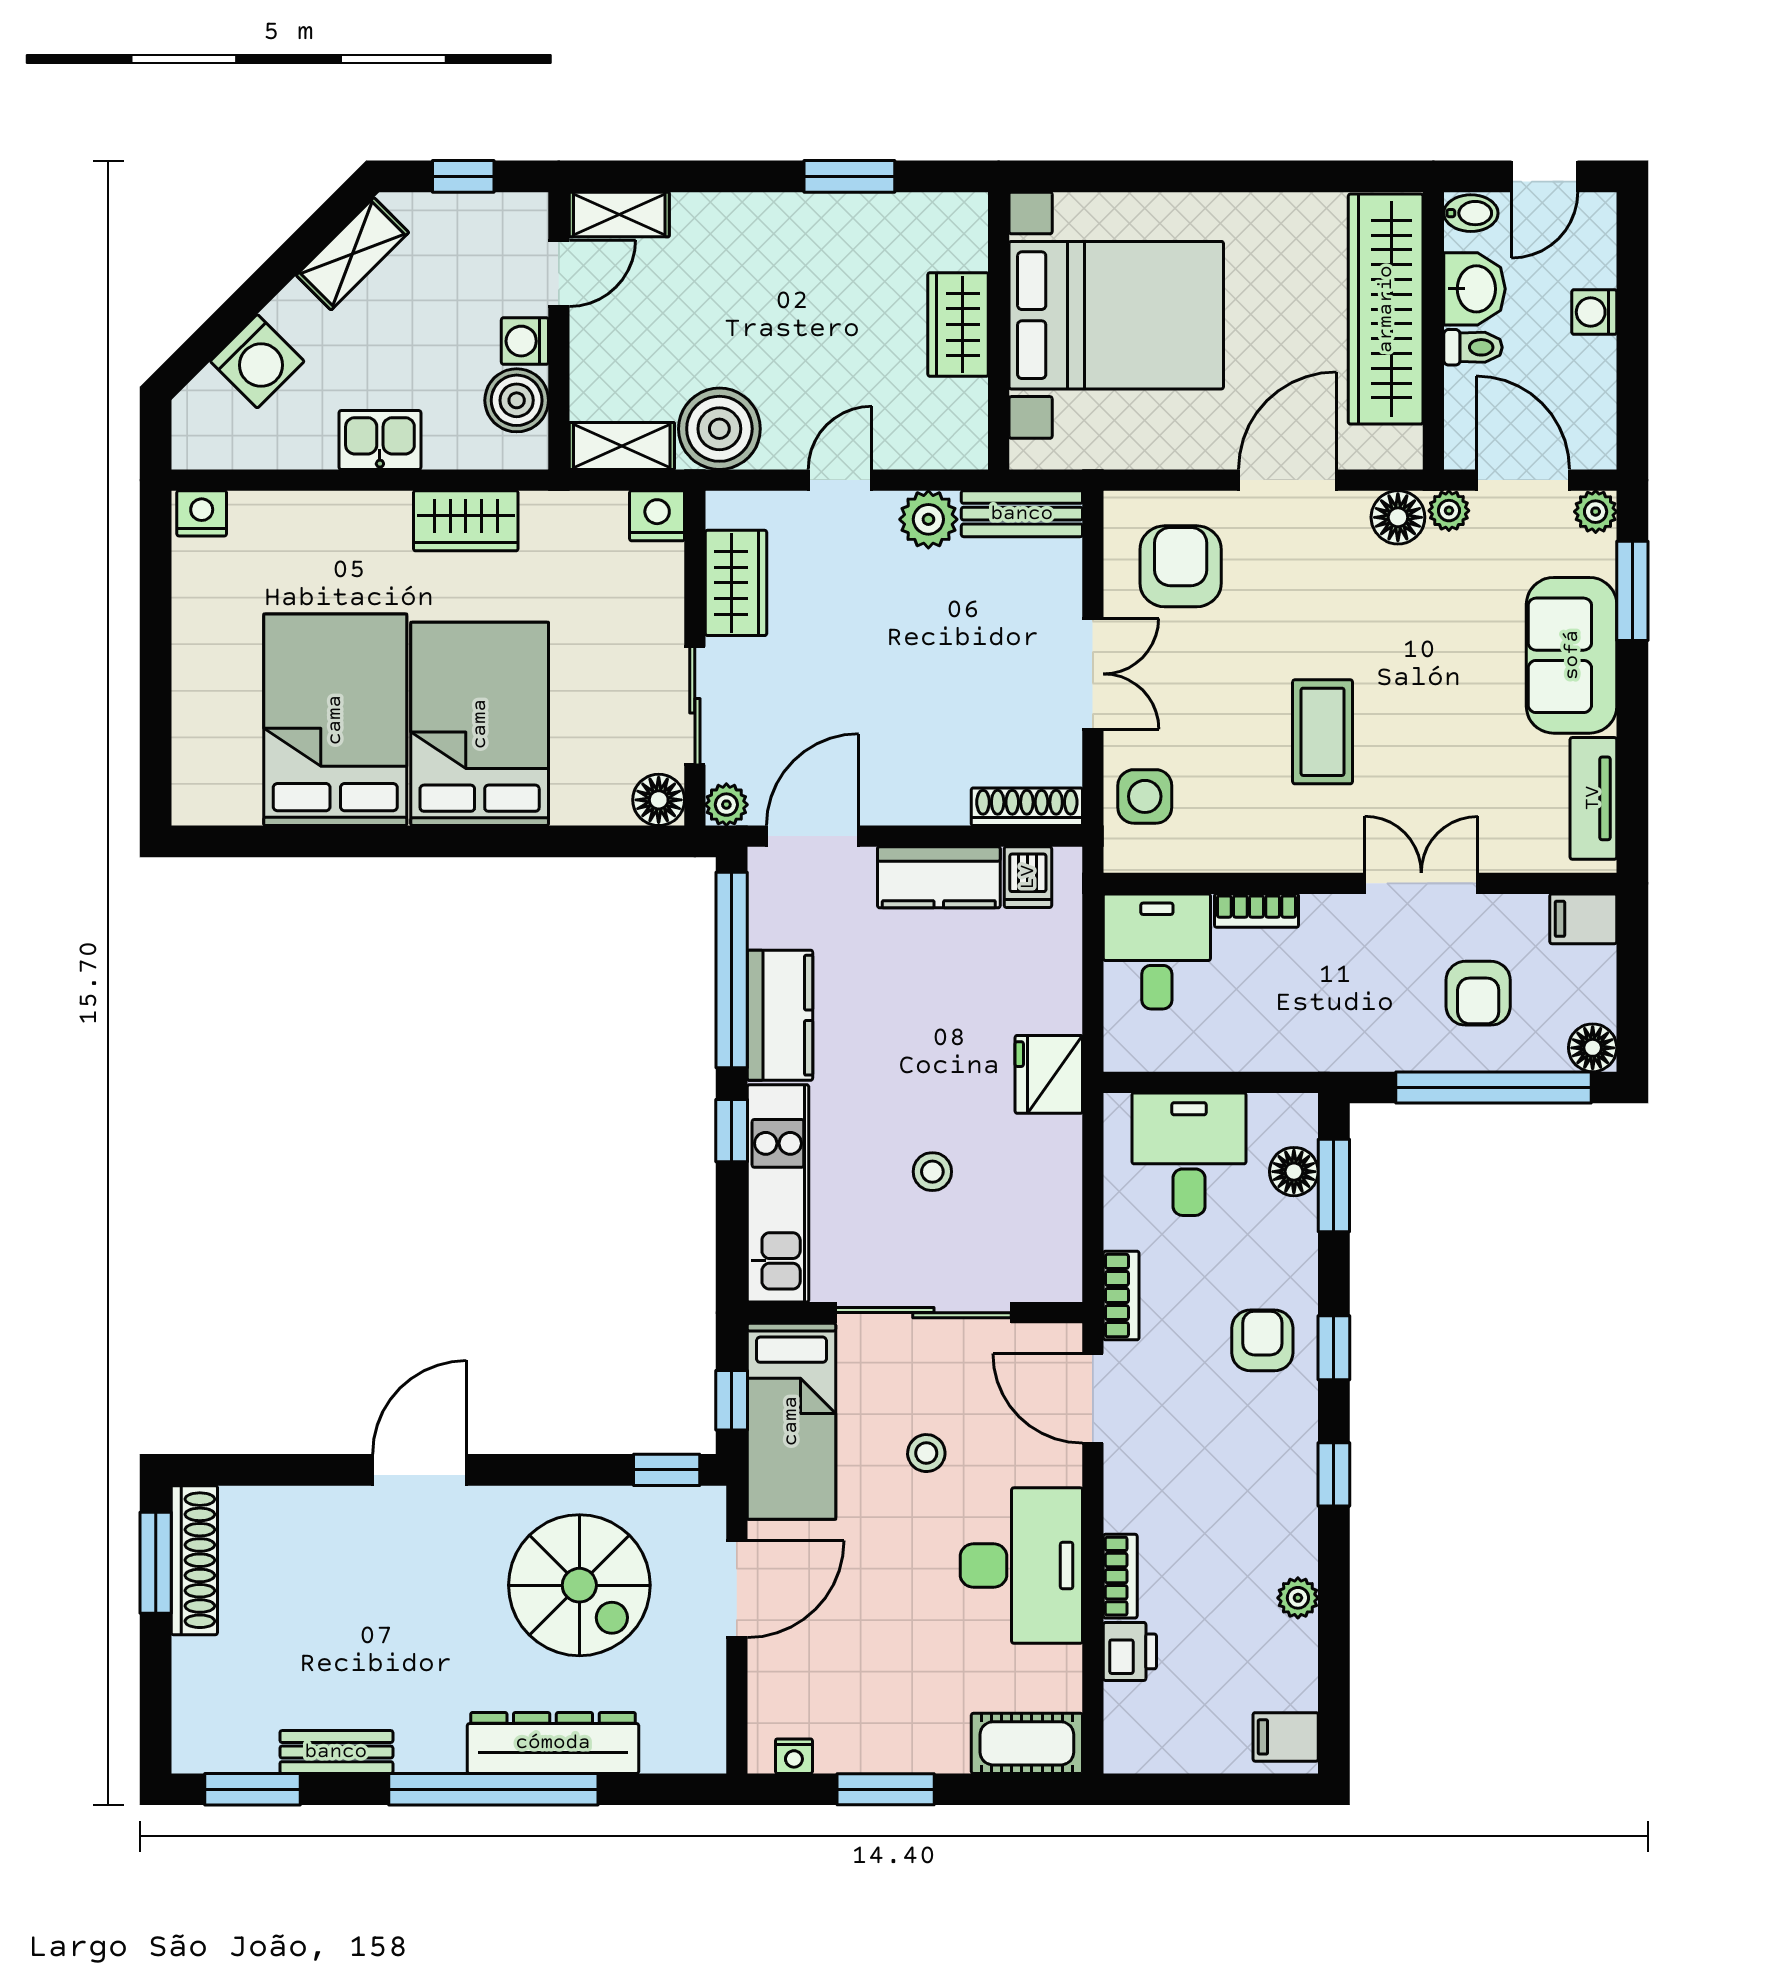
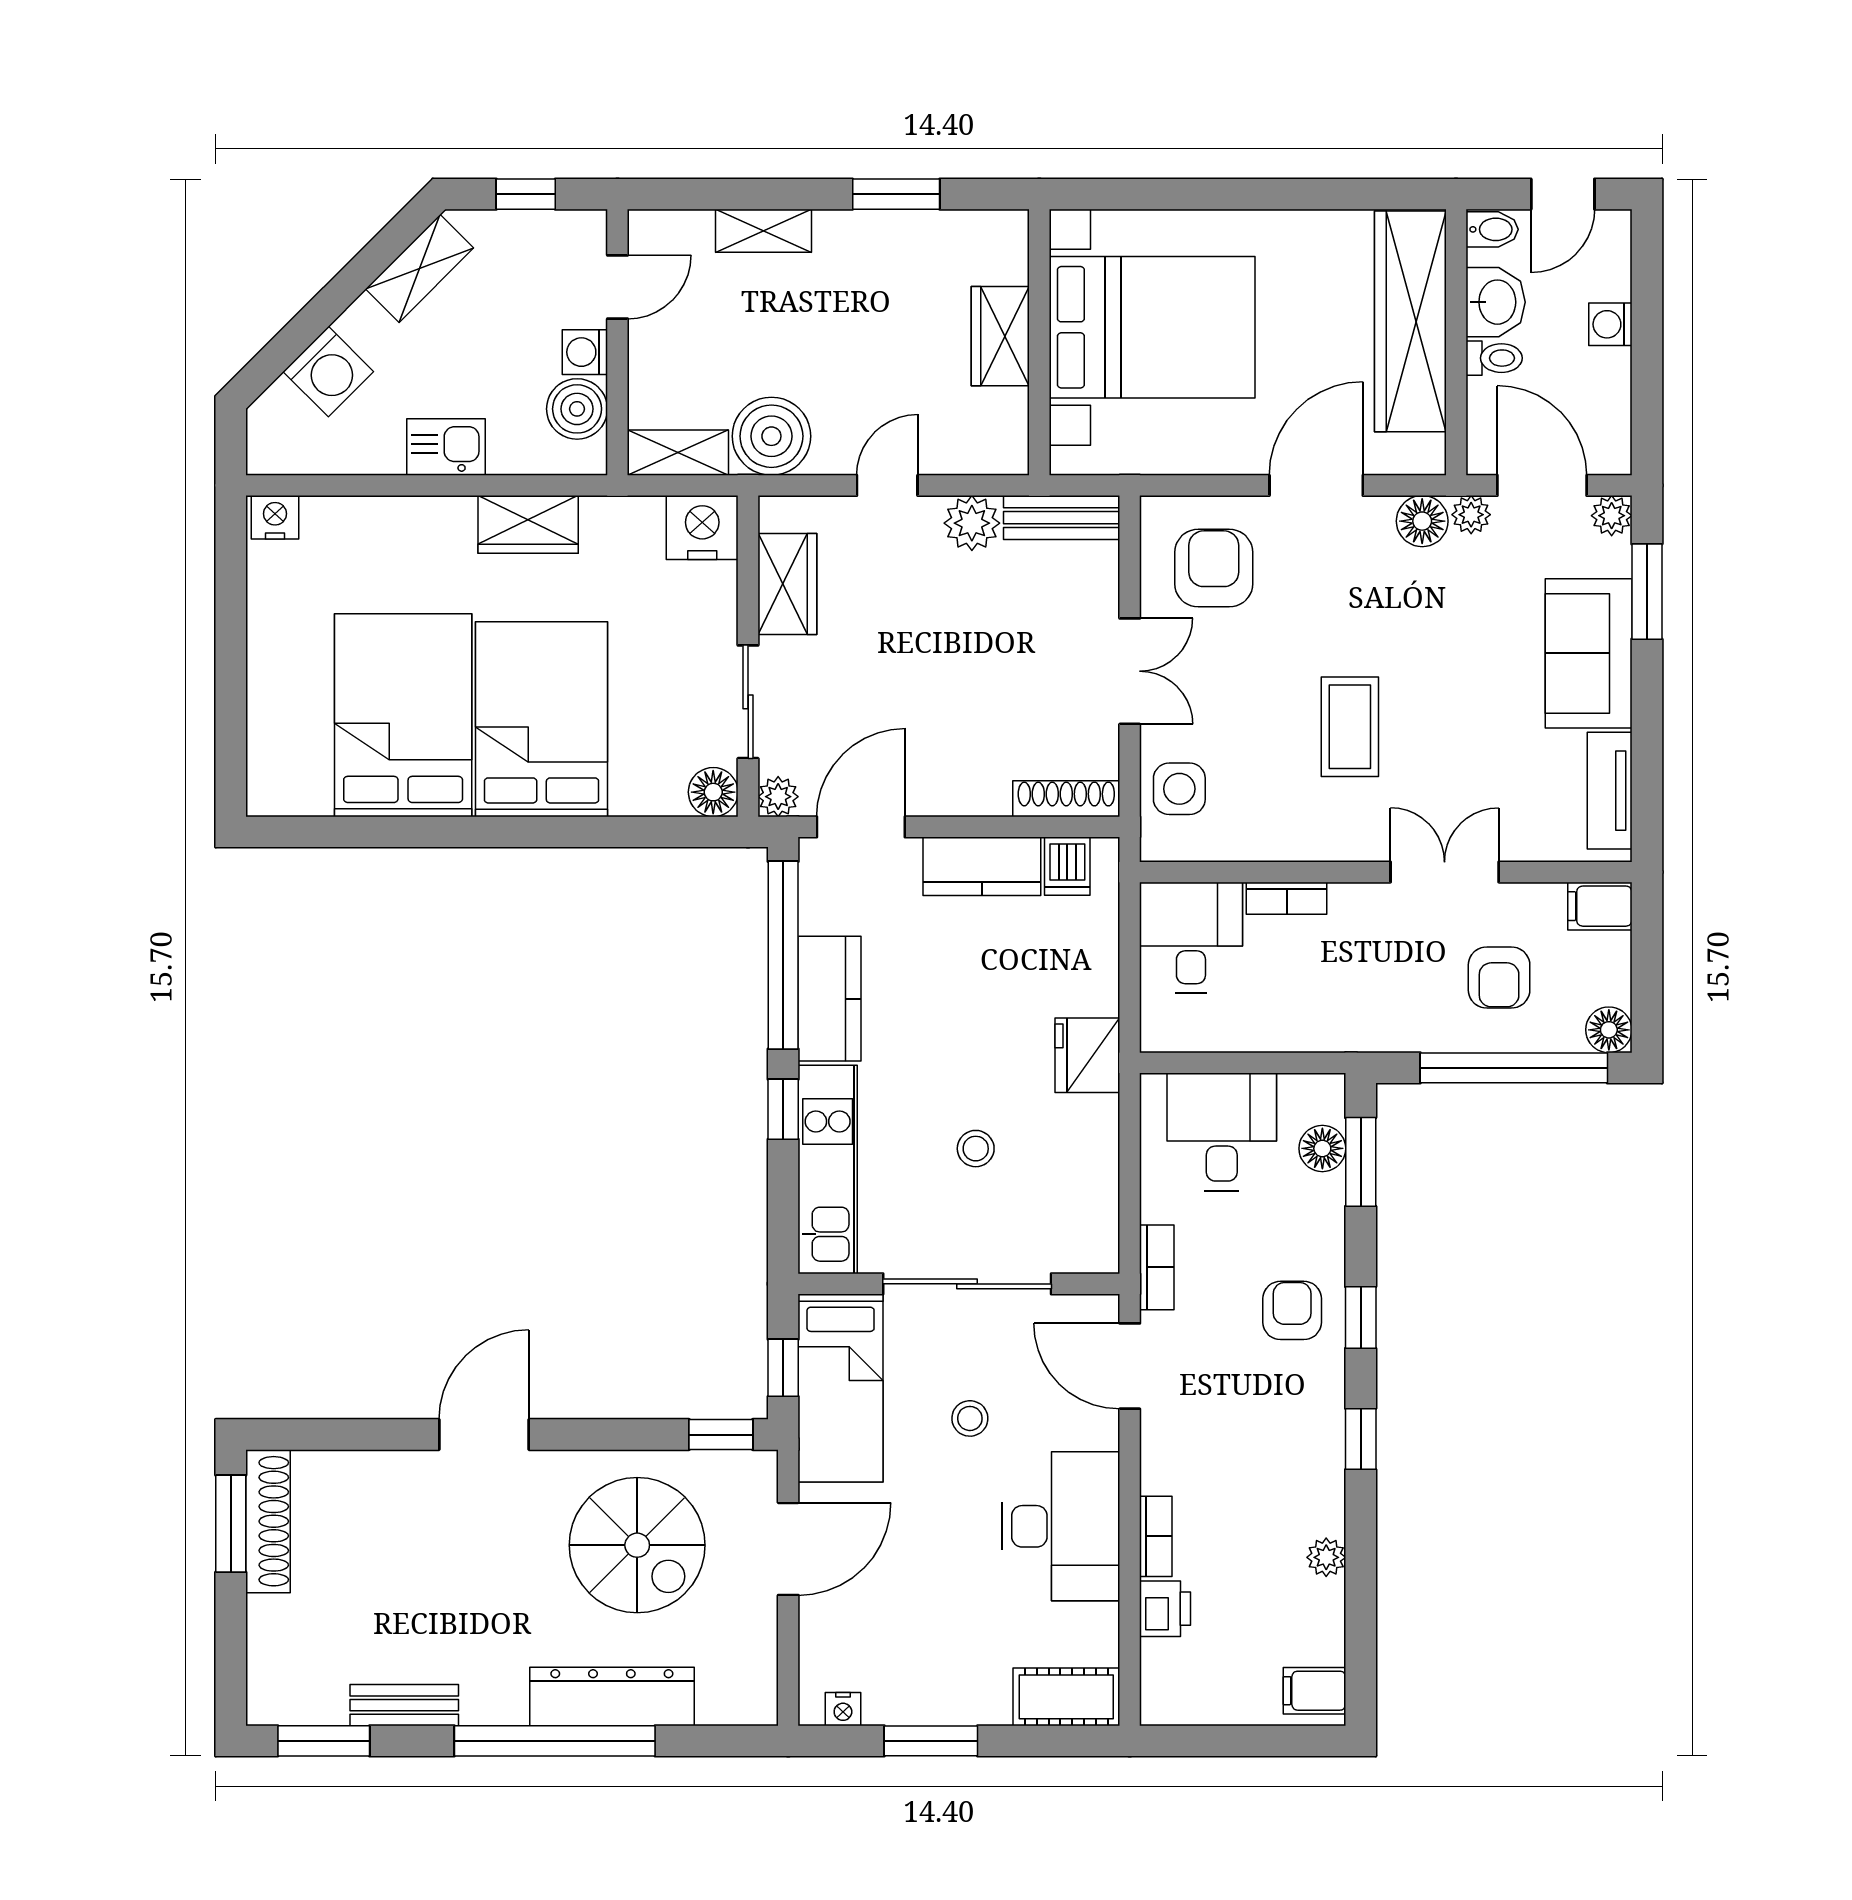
shelving: (619, 215) -> (763, 231), moved
nightstand: (657, 516) -> (702, 527), width x1.36, depth x1.33

